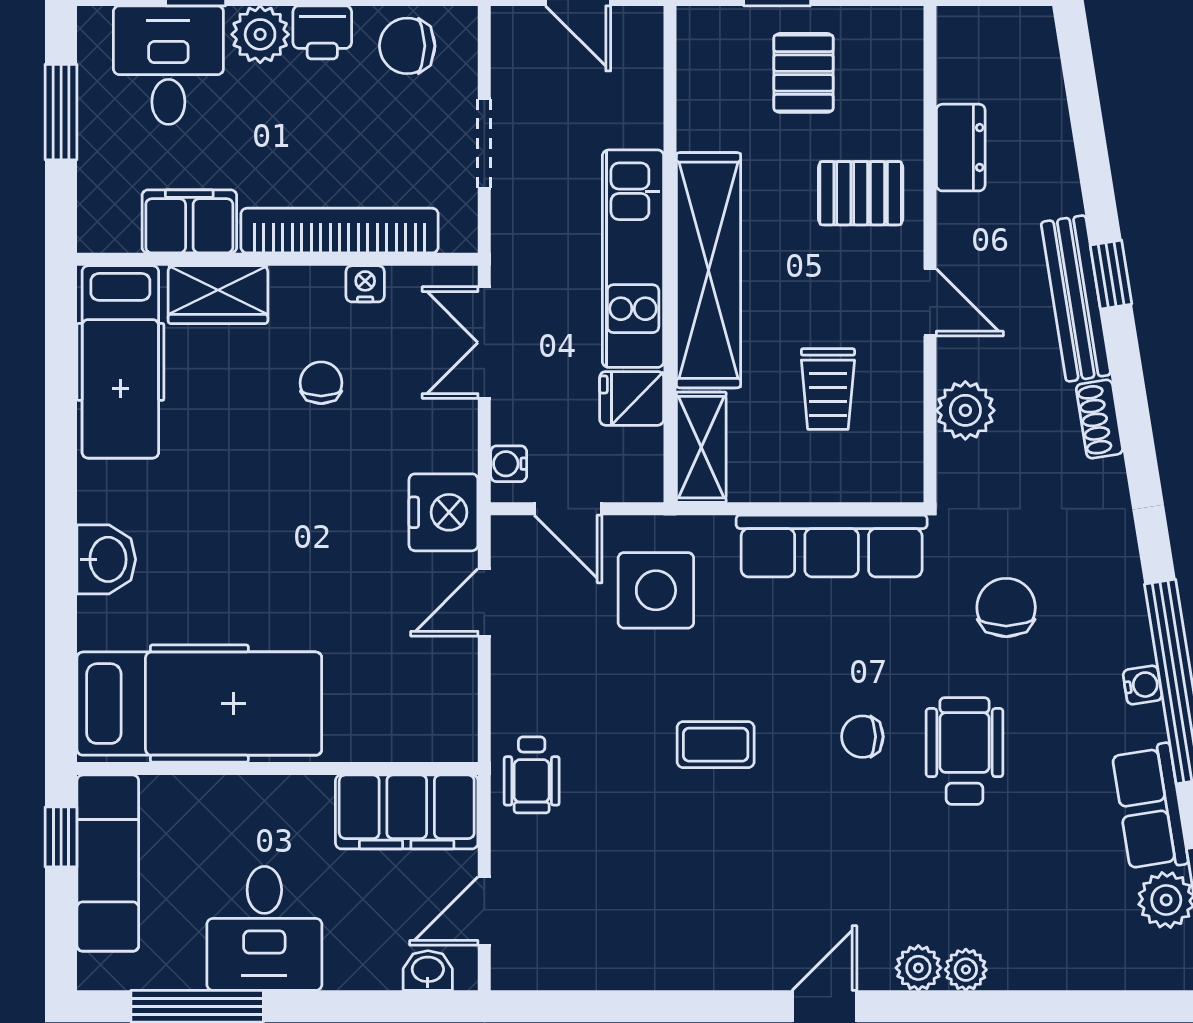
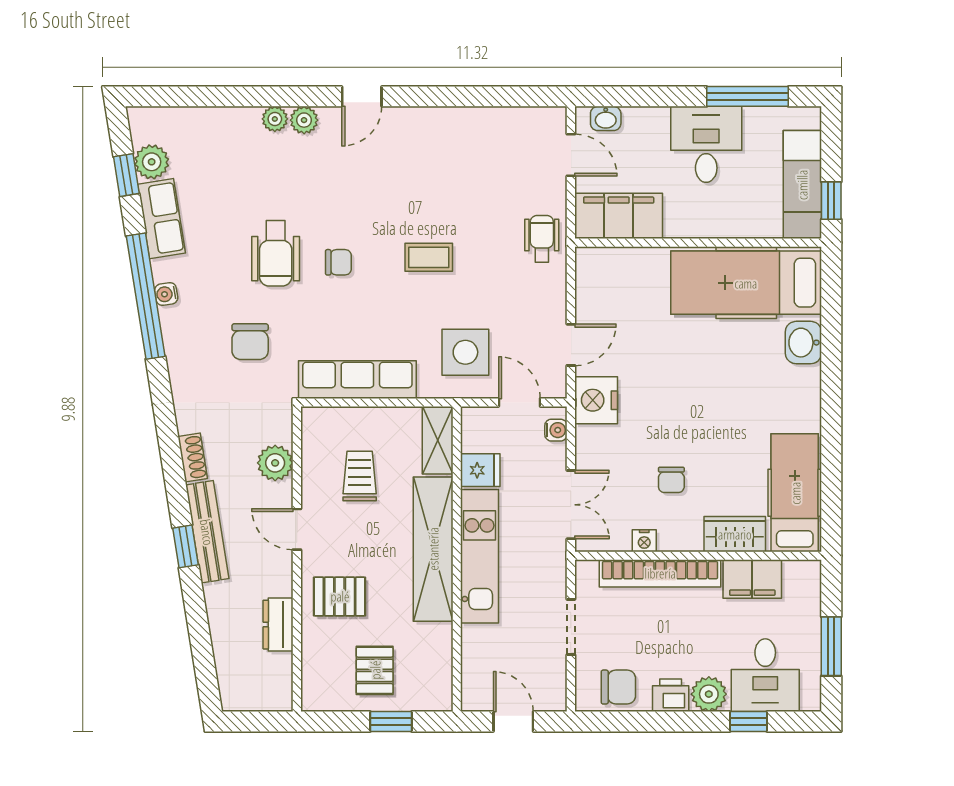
washbasin: (106, 559) -> (803, 343), moved
door: (484, 911) -> (571, 155), hinge flipped

